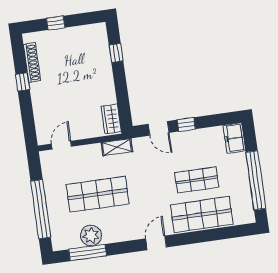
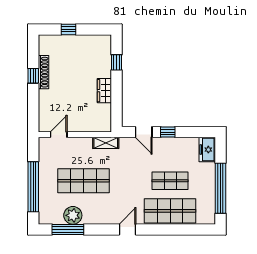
shoe rack: (32, 63) -> (43, 72), moved
wardrobe: (111, 119) -> (104, 91), moved

